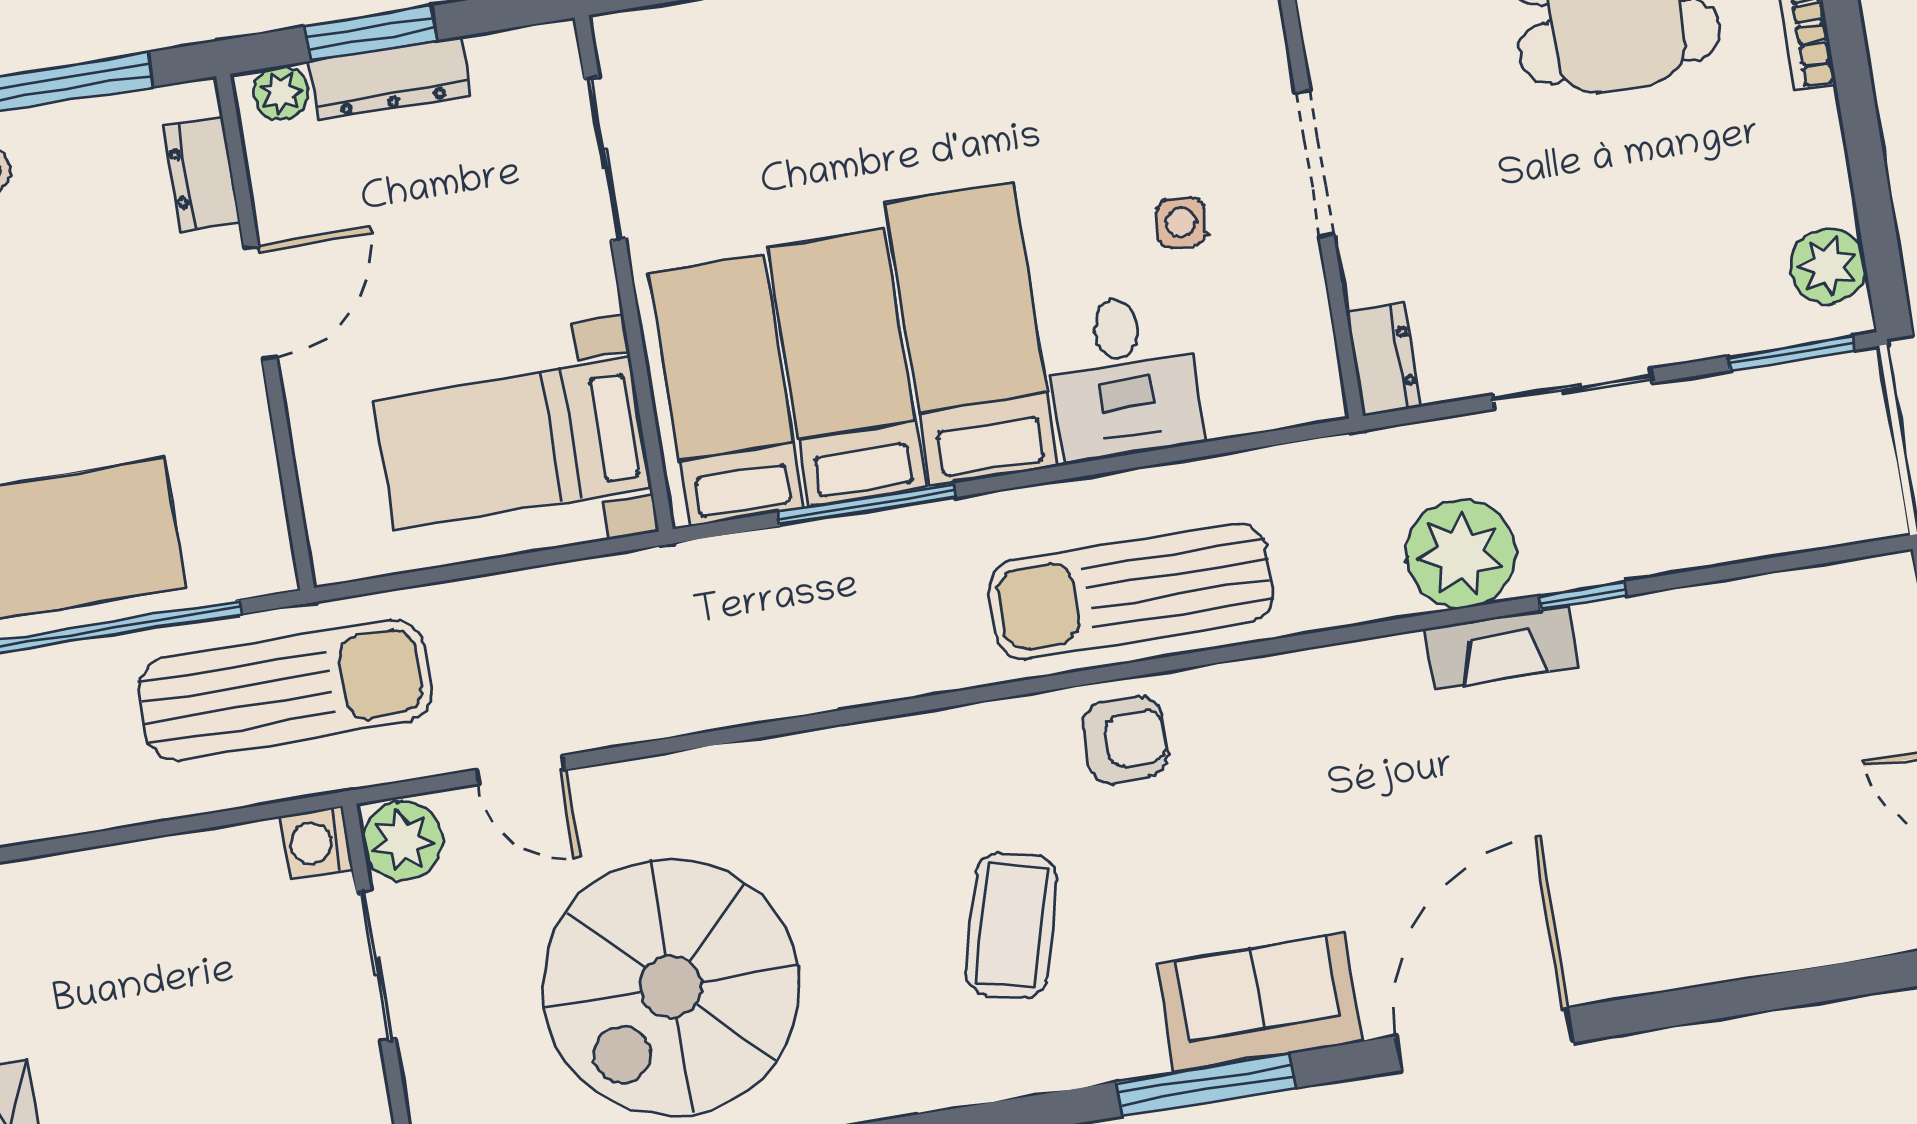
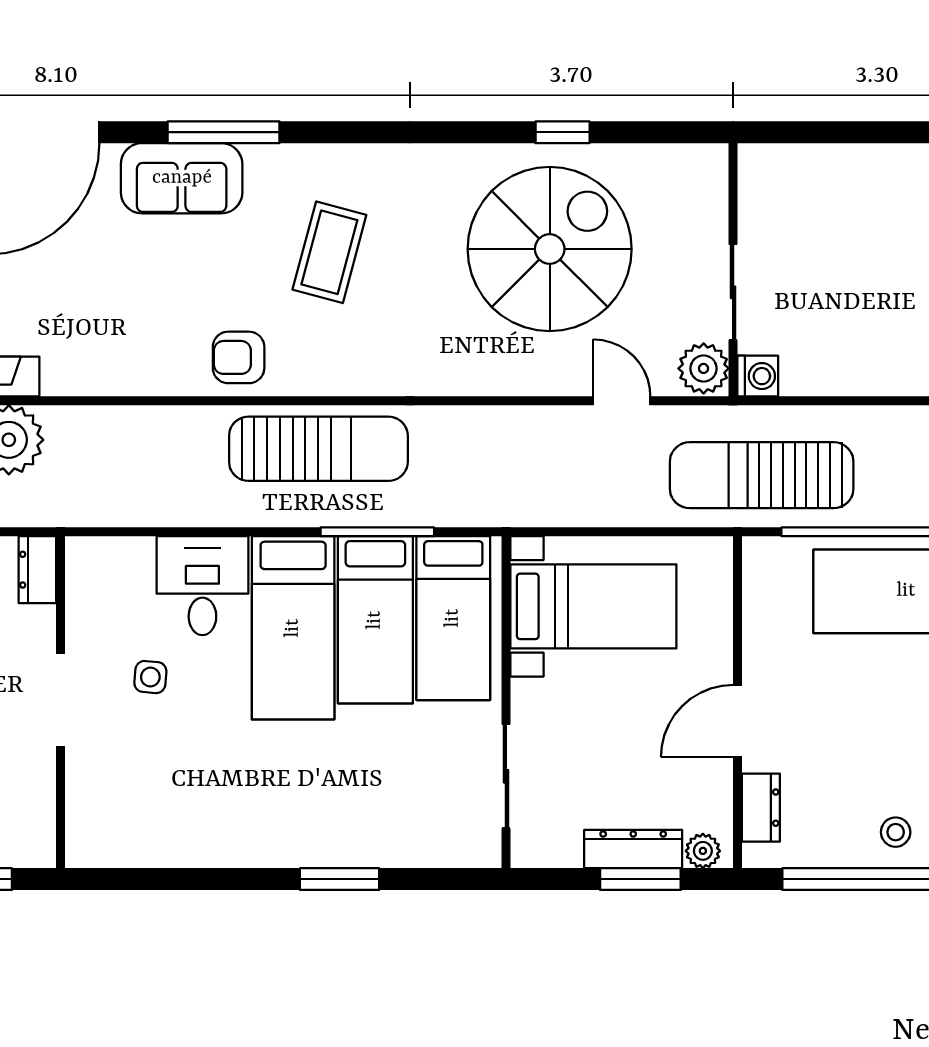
sun lounger: (1131, 591) -> (318, 449), moved

